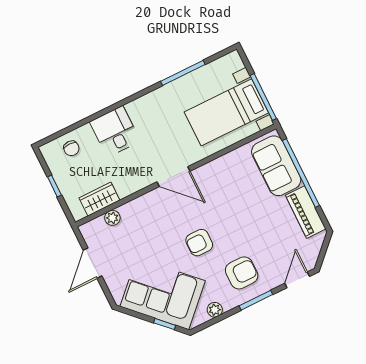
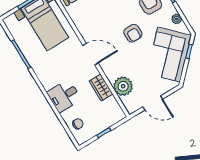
door: (174, 177) -> (91, 54), hinge flipped
wardrobe: (99, 199) -> (101, 87), moved
plant: (112, 218) -> (123, 86), width x1.87, depth x1.87

